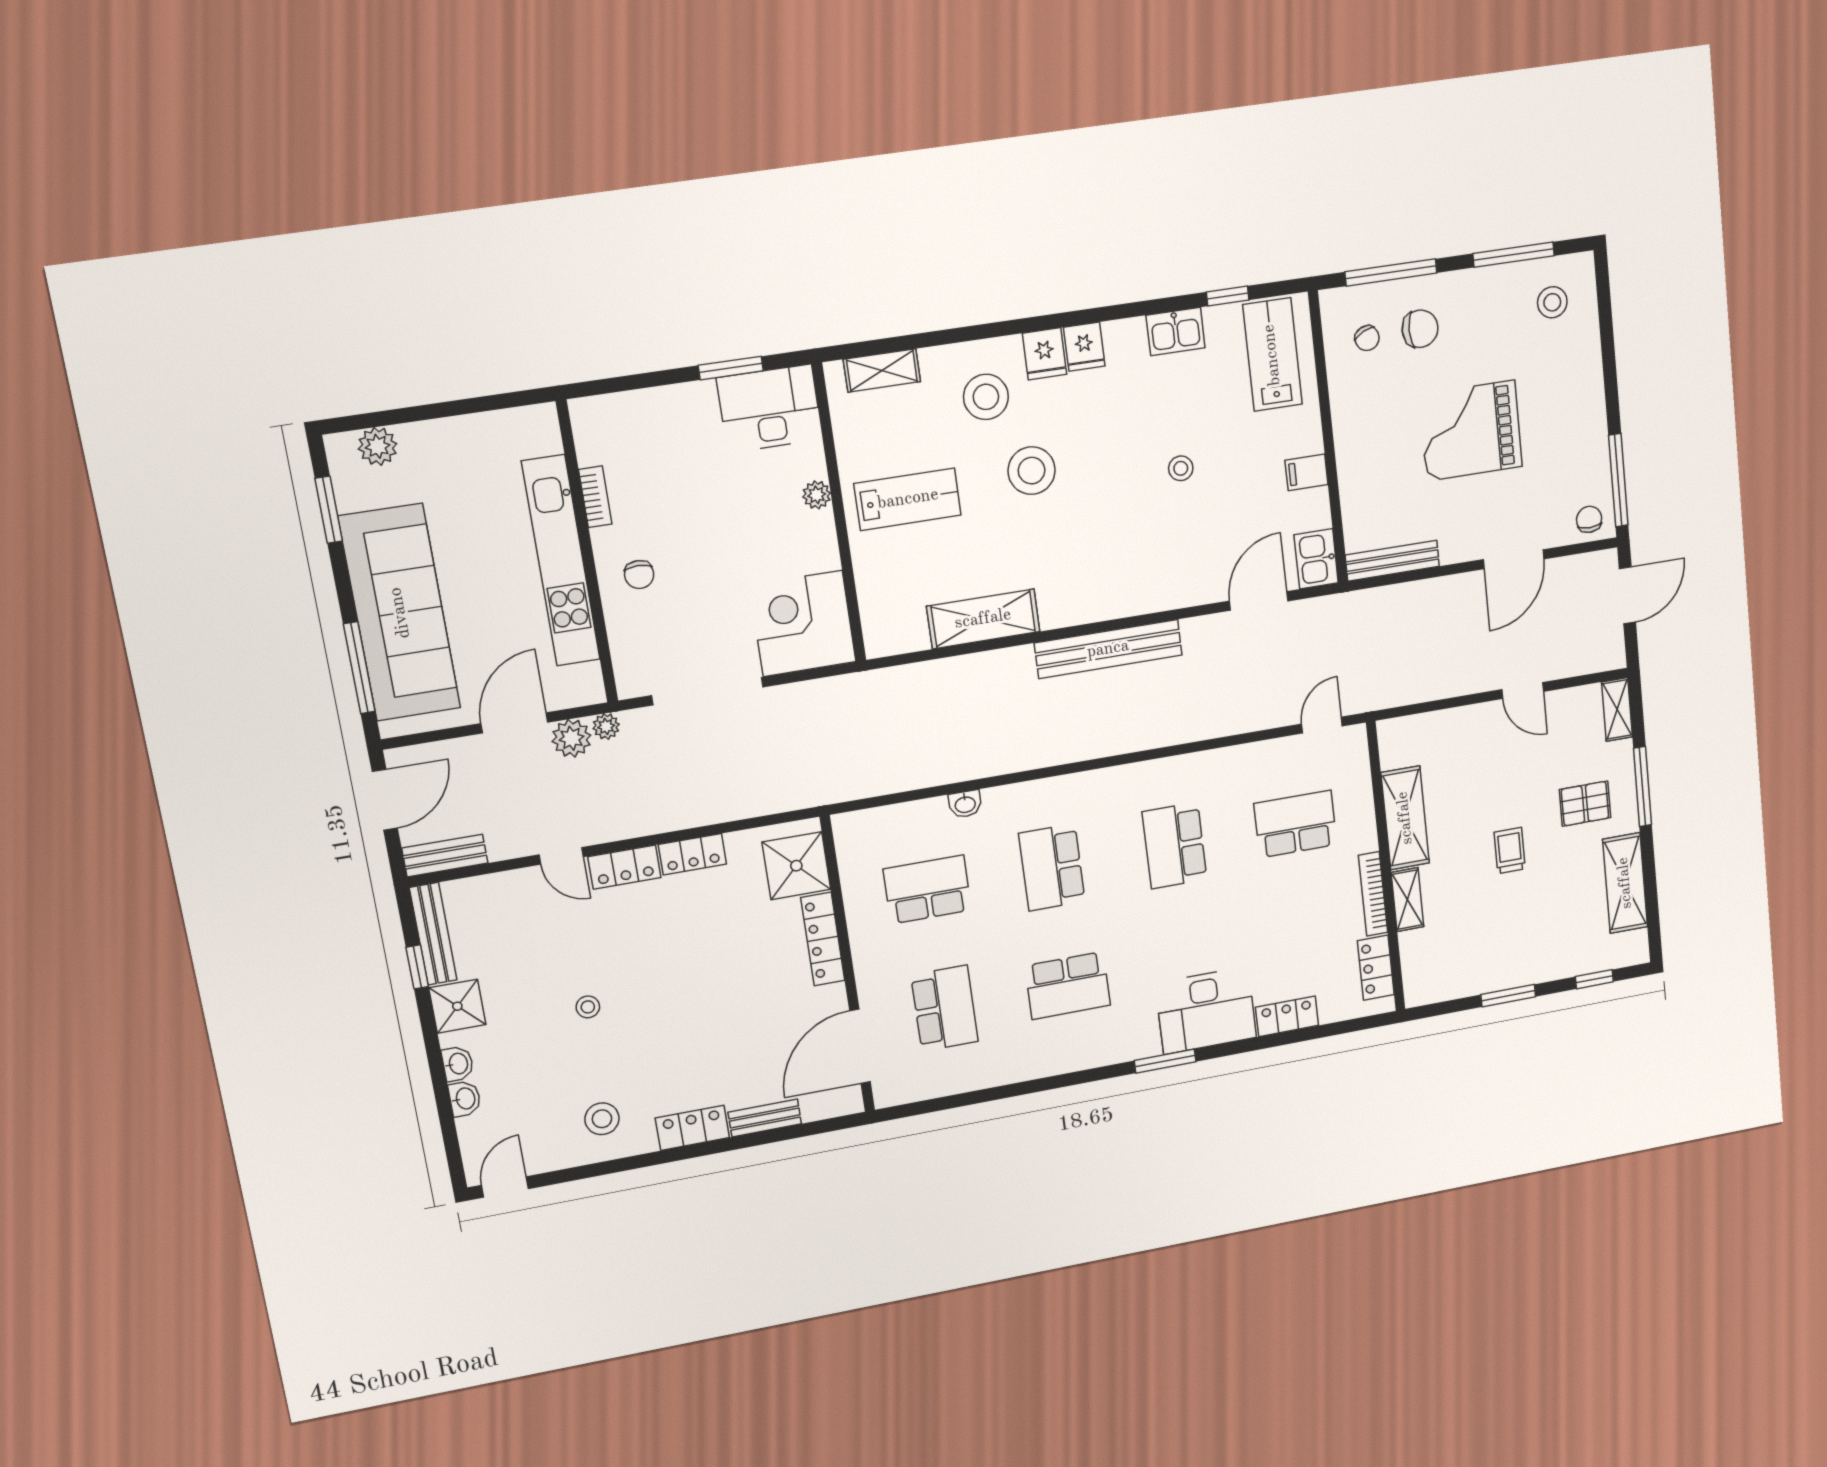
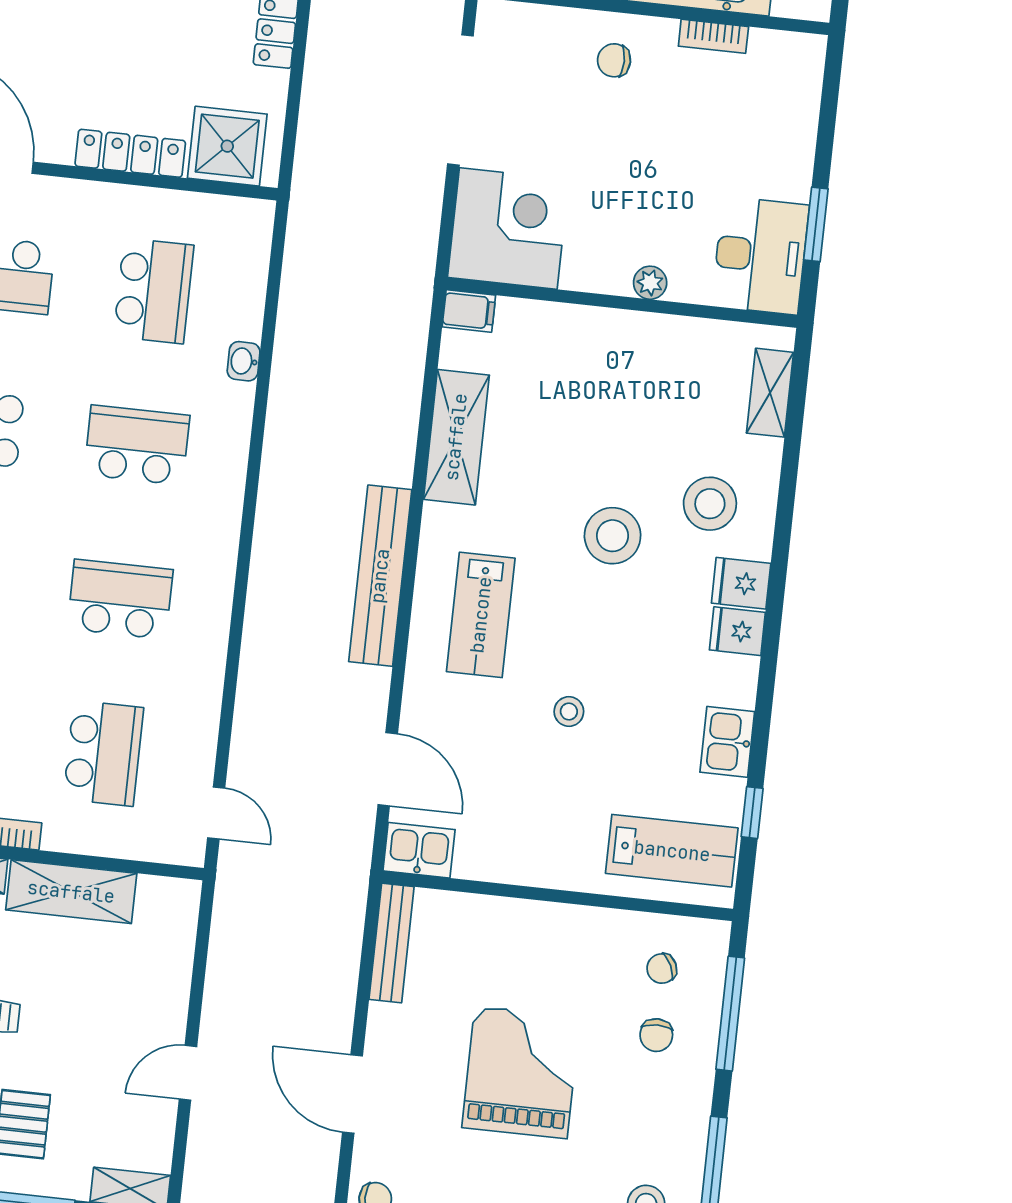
chair: (1420, 329) -> (656, 1035), width x0.73, depth x0.73
filing cabinet: (1307, 472) -> (469, 311), moved, turned 90
lab bench: (908, 499) -> (481, 615), moved

